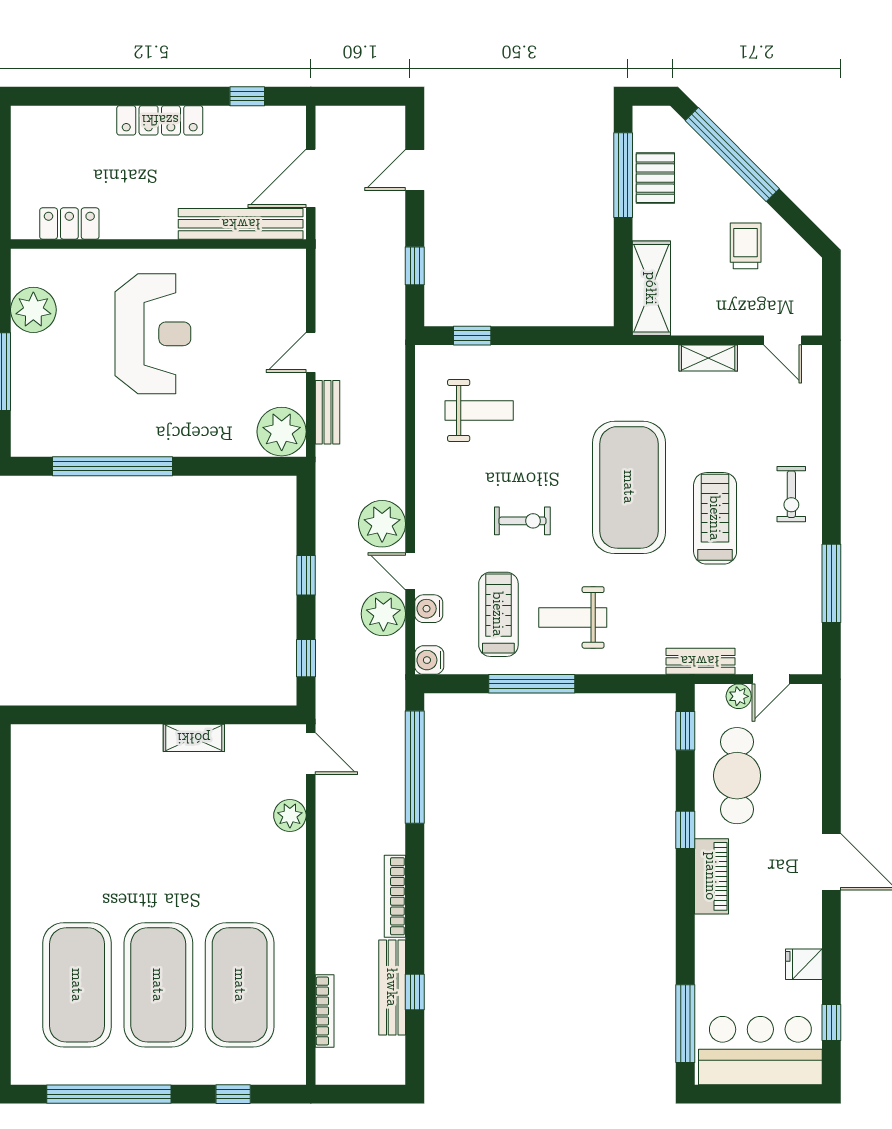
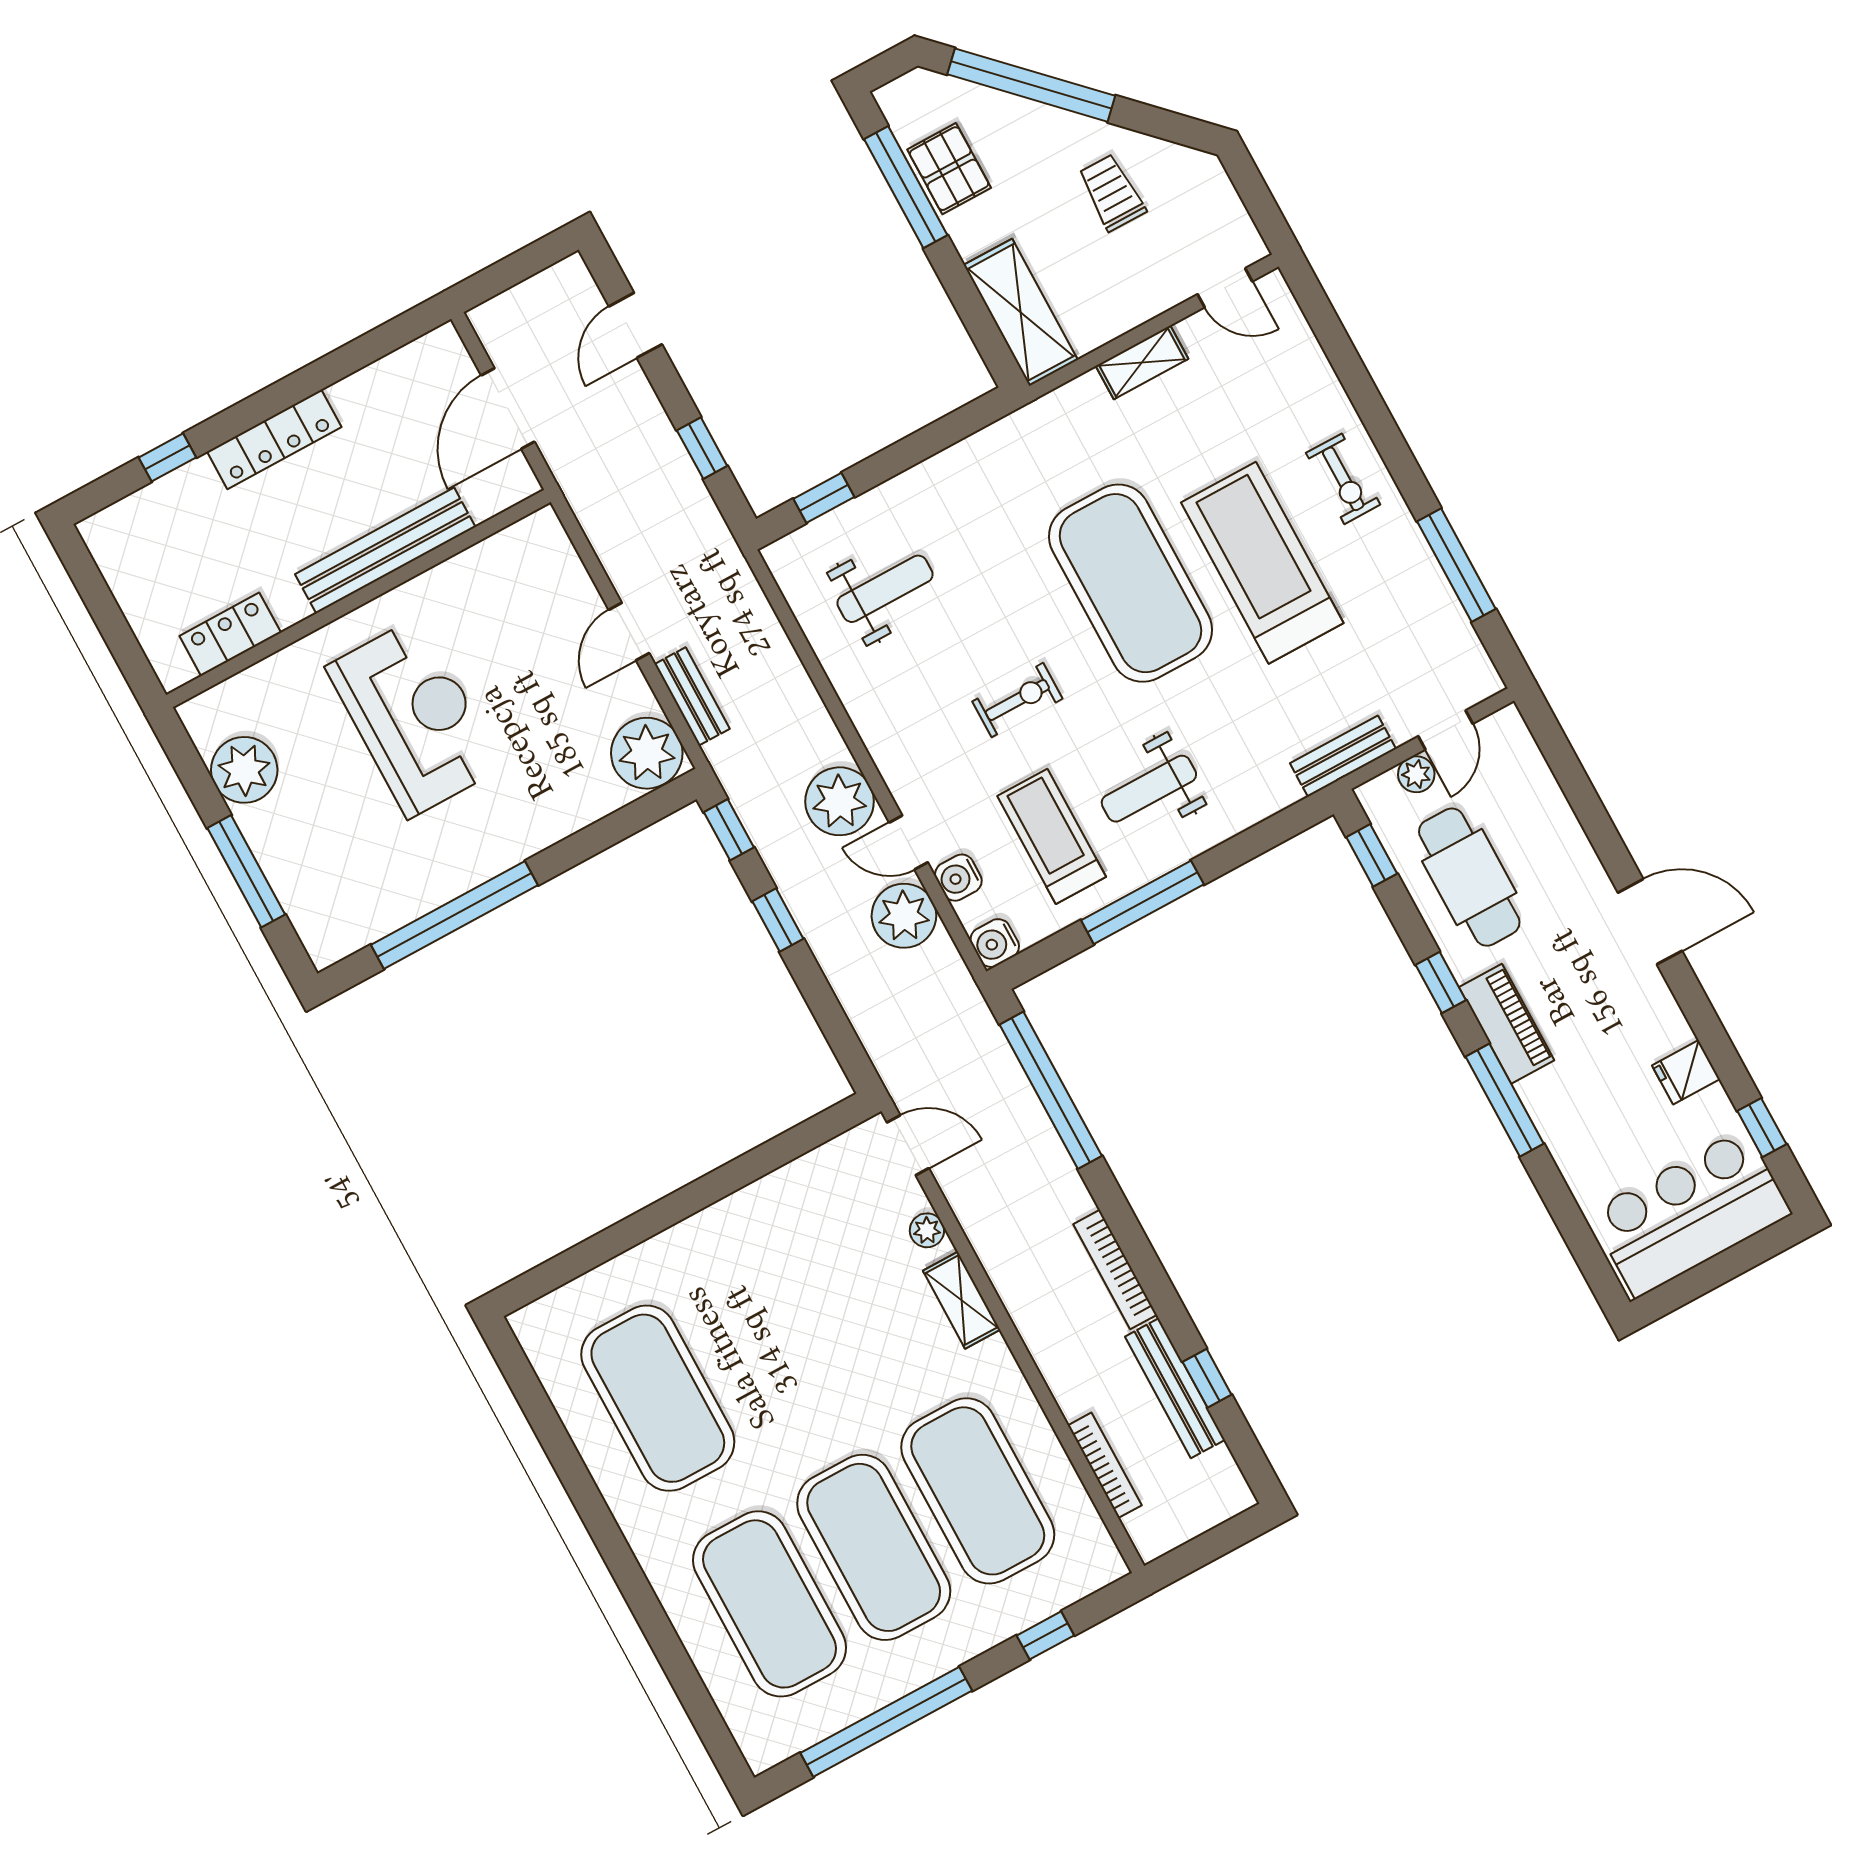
window: (247, 96) -> (167, 457), moved
bench: (241, 224) -> (385, 551), moved
treadmill: (715, 518) -> (1262, 563), width x1.37, depth x1.38
window: (306, 658) -> (729, 830), moved
shelving: (194, 738) -> (962, 1300), moved, turned 90
plant: (290, 815) -> (927, 1230), width x0.73, depth x0.73
exercise mat: (77, 824) -> (658, 1398), added
window: (685, 1024) -> (1505, 1100), moved

